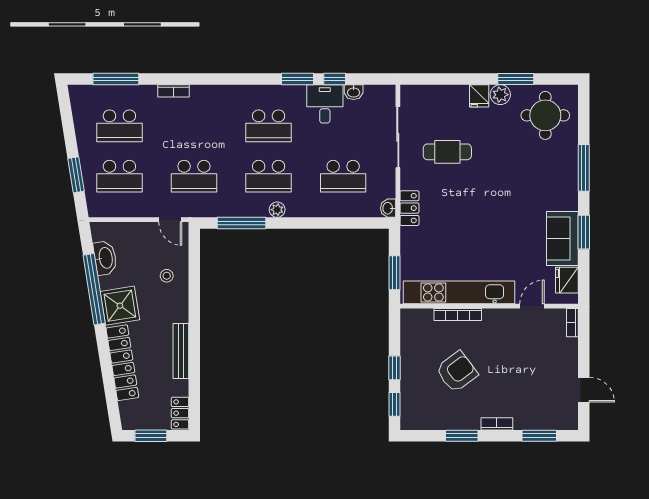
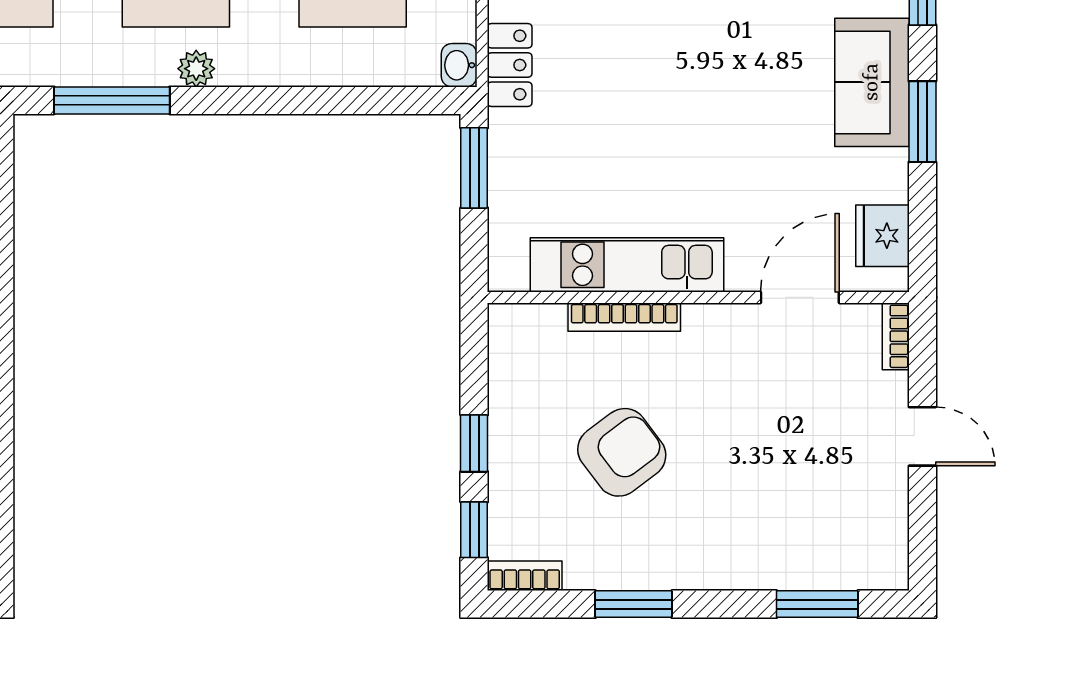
sofa: (562, 239) -> (872, 82), moved
window: (394, 273) -> (474, 168), moved
kitchen unit: (459, 292) -> (627, 265), width x0.73
door: (532, 306) -> (800, 297), width x1.38
door: (584, 390) -> (922, 436), moved
bookcase: (497, 424) -> (525, 576), moved

